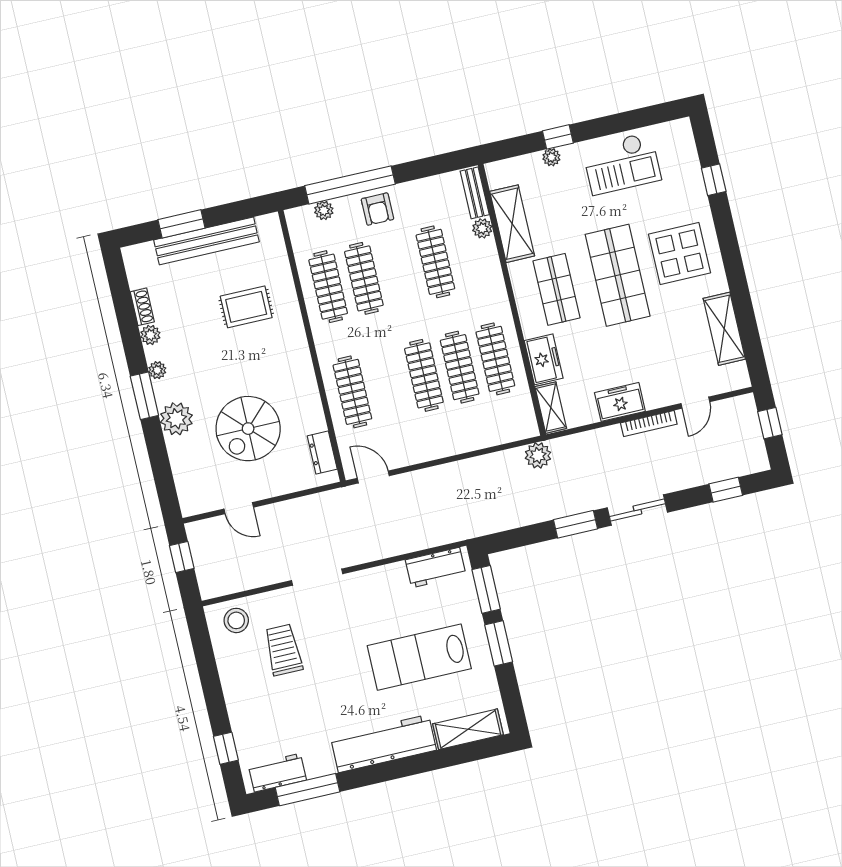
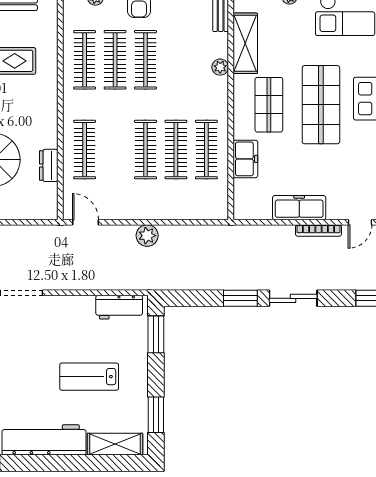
plant: (482, 228) -> (220, 67), moved
clothes rail: (435, 262) -> (146, 60), moved
freezer: (620, 402) -> (299, 208), width x1.40
shelving: (551, 408) -> (242, 199), removed
dresser: (322, 452) -> (49, 165), moved
plant: (538, 455) -> (147, 236), moved
window: (499, 643) -> (156, 415), moved
lab bench: (419, 657) -> (89, 377), width x0.73, depth x0.72

